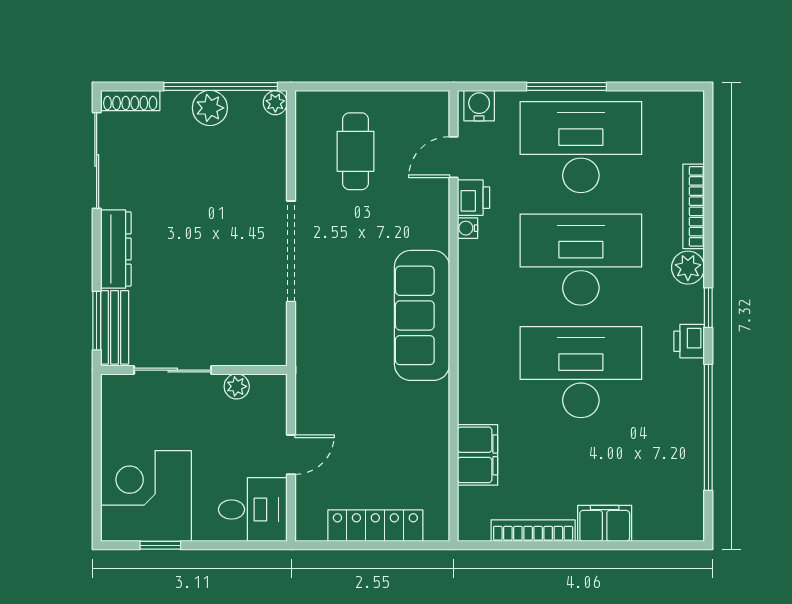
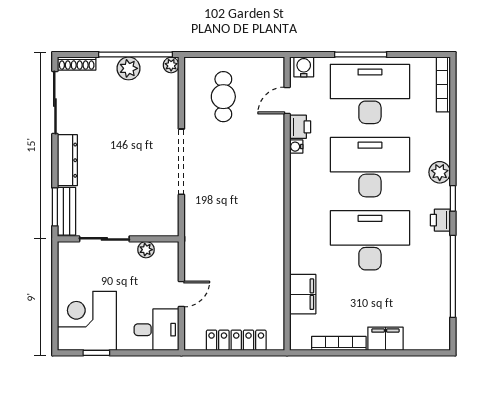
bookcase: (694, 206) -> (443, 84), moved
sofa: (422, 315) -> (267, 203), removed

